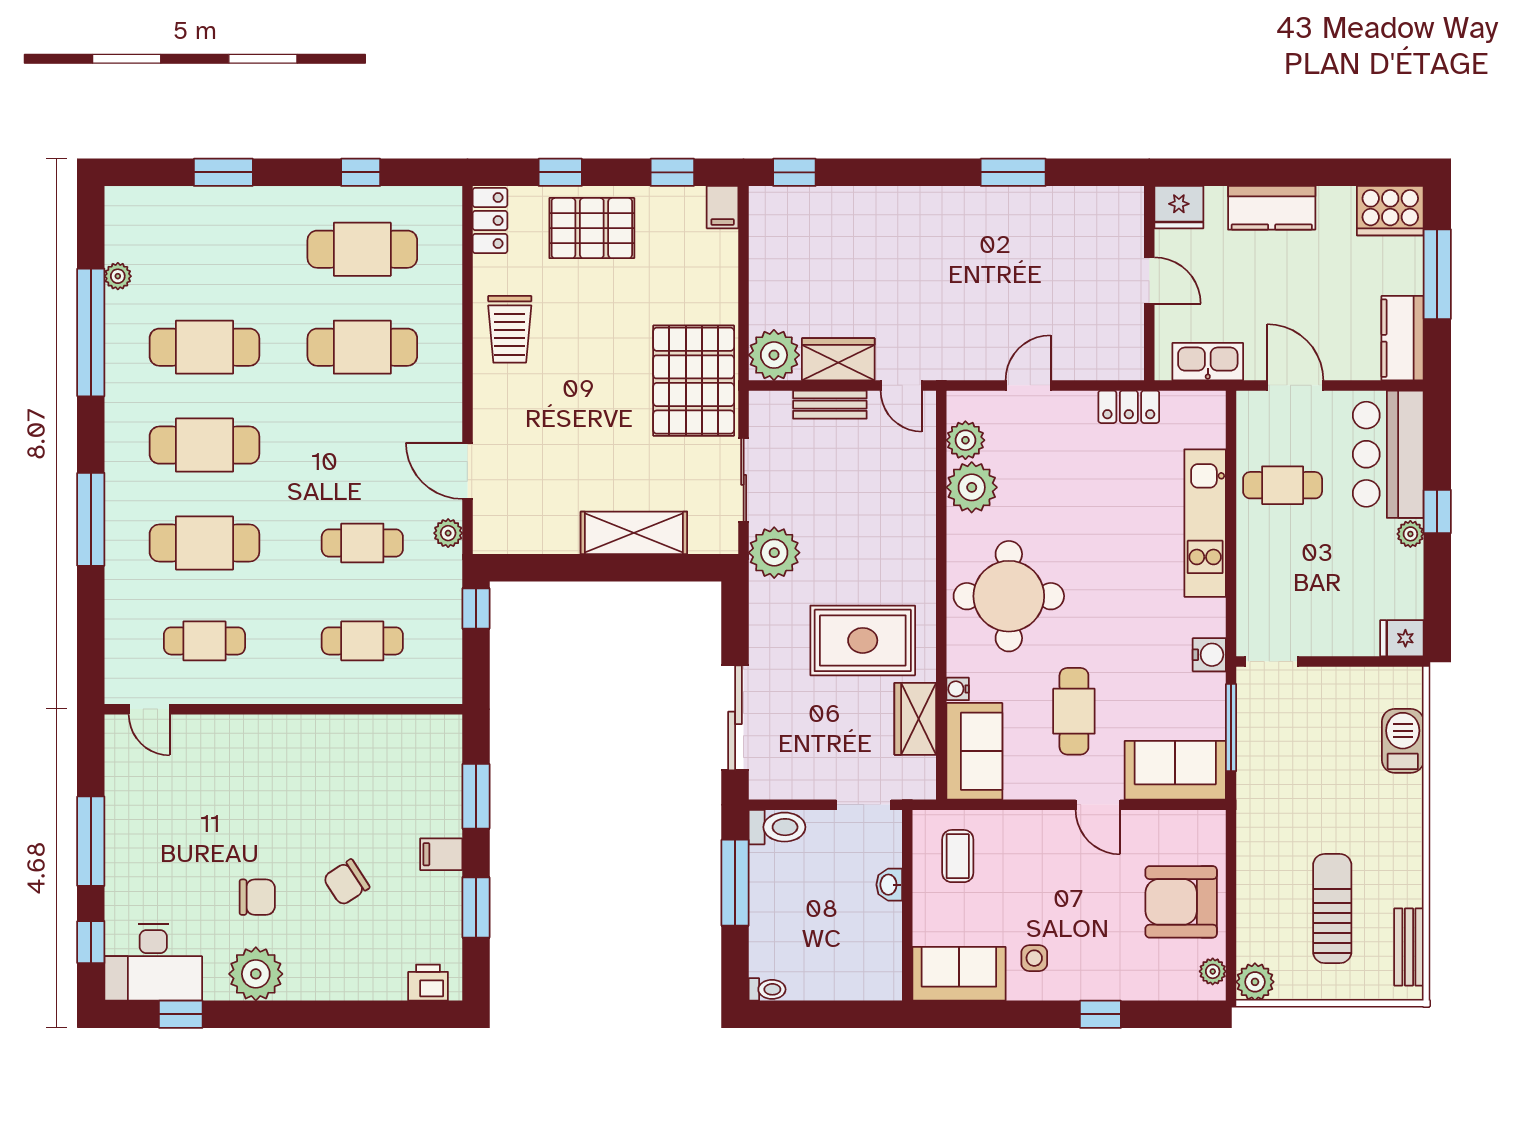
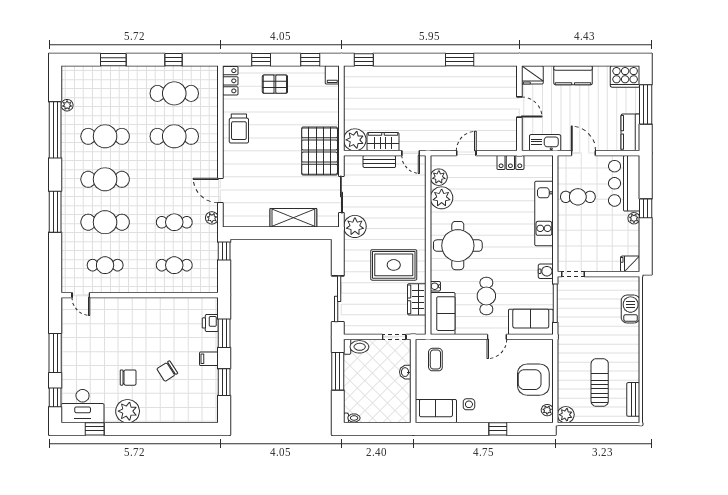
pallet: (592, 228) -> (275, 84), width x0.67, depth x0.71
door: (1098, 805) -> (497, 337), hinge flipped
printer: (428, 983) -> (210, 323), moved, turned -90

